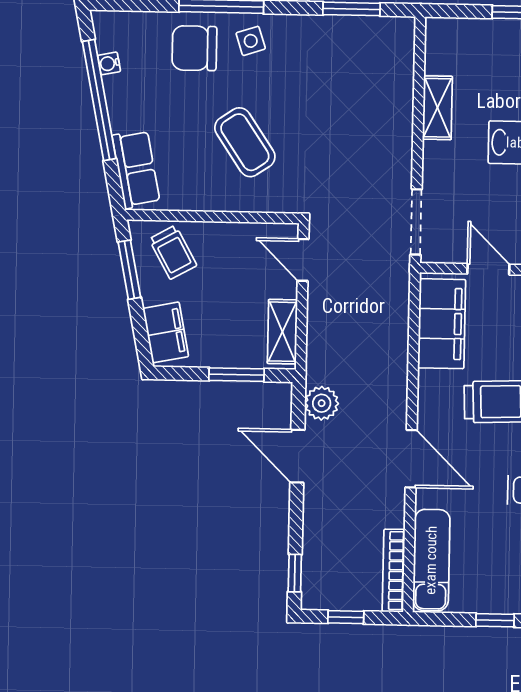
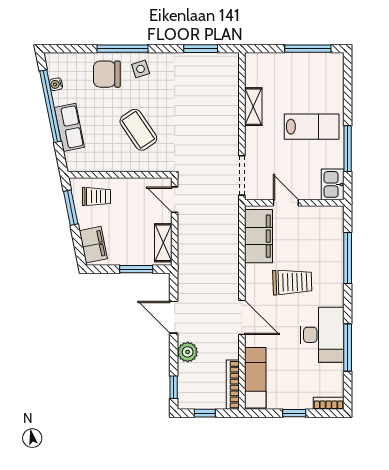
row of seats: (136, 169) -> (69, 127), moved
trolley: (173, 252) -> (97, 197), turned -61
plant: (322, 403) -> (188, 352), moved

